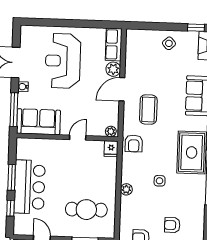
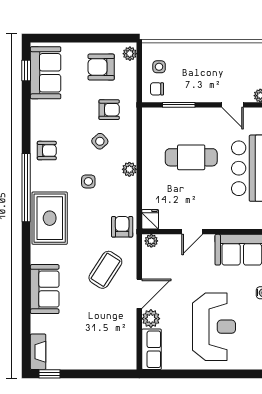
side table: (169, 43) -> (100, 141), moved
coffee table: (148, 110) -> (105, 270), turned 33
cafe table: (86, 210) -> (191, 157), moved
armchair: (172, 225) -> (47, 151), moved

